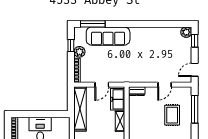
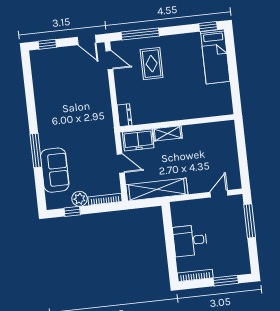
window: (93, 24) -> (36, 150), moved
plant: (186, 32) -> (37, 57), removed
sofa: (108, 36) -> (55, 170), width x0.73
door: (165, 85) -> (109, 60), moved
rug: (172, 115) -> (152, 64), turned 90

